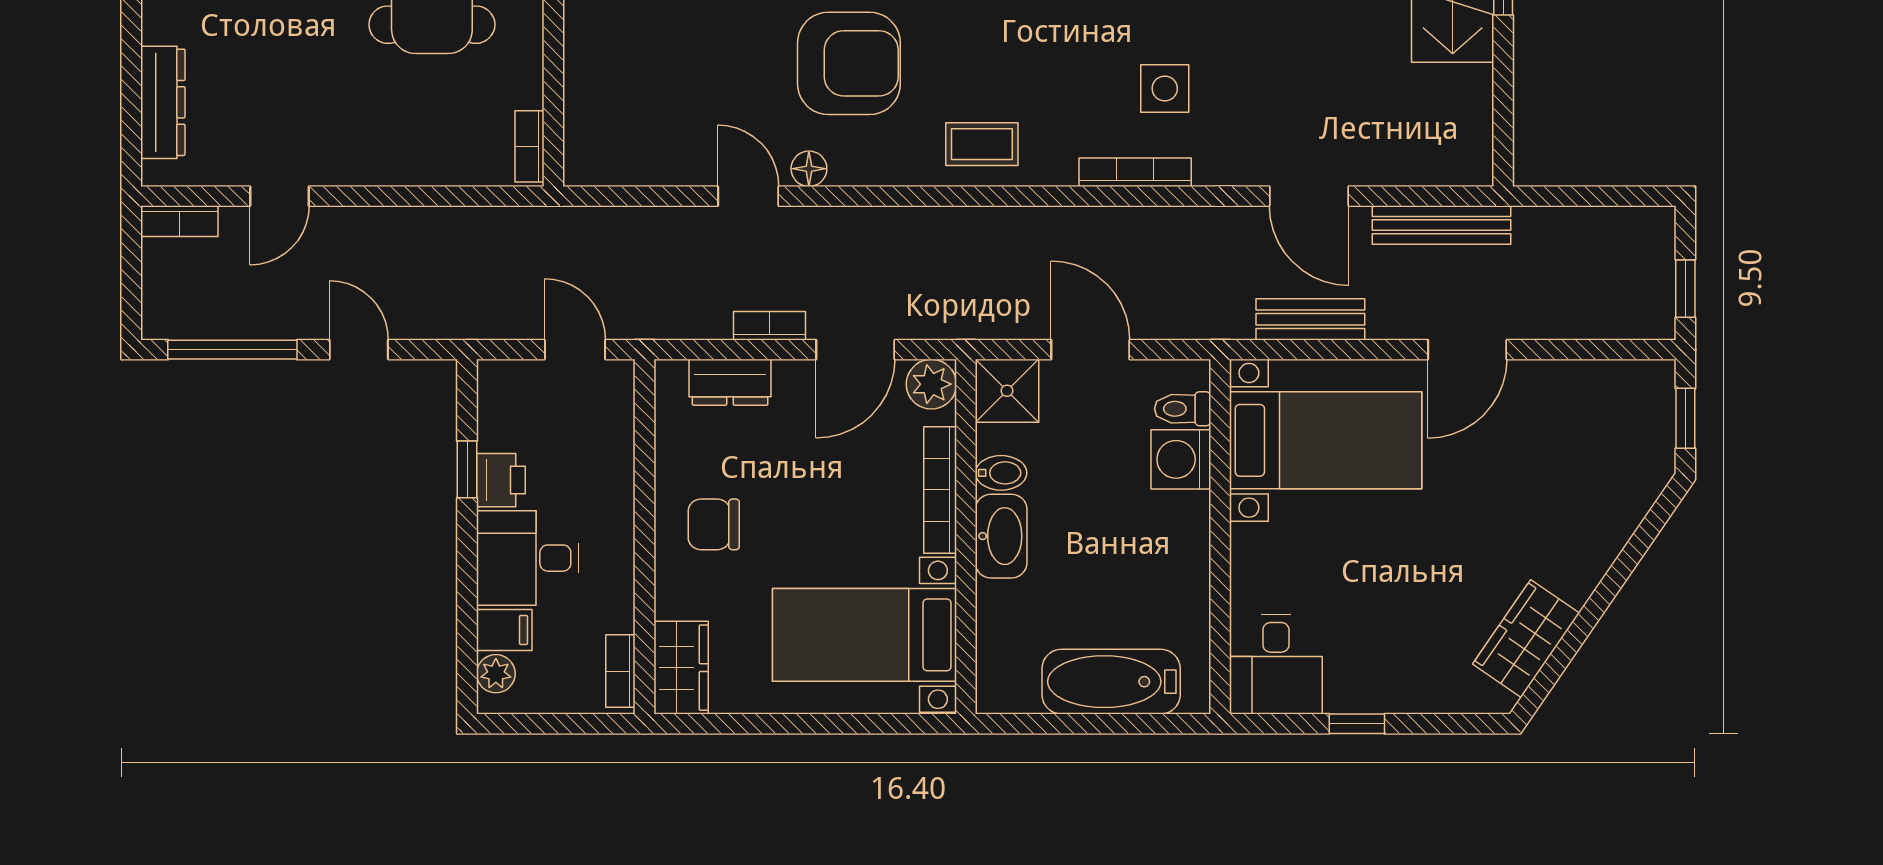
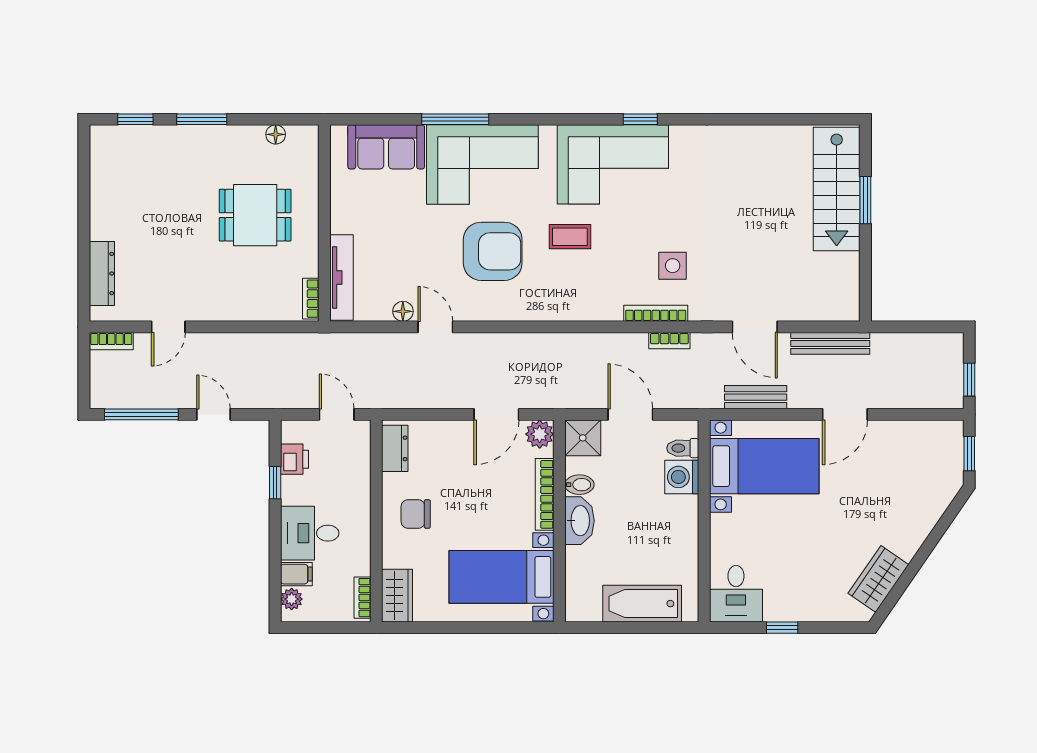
tv unit: (583, 109) -> (341, 277), added
coffee table: (982, 144) -> (570, 237), moved
floor lamp: (809, 169) -> (403, 311), moved
bookcase: (769, 326) -> (669, 341), moved, turned 180
dresser: (730, 382) -> (395, 448), moved, turned -90
printer: (501, 480) -> (294, 459), moved

